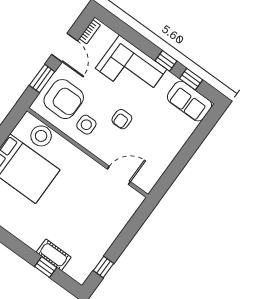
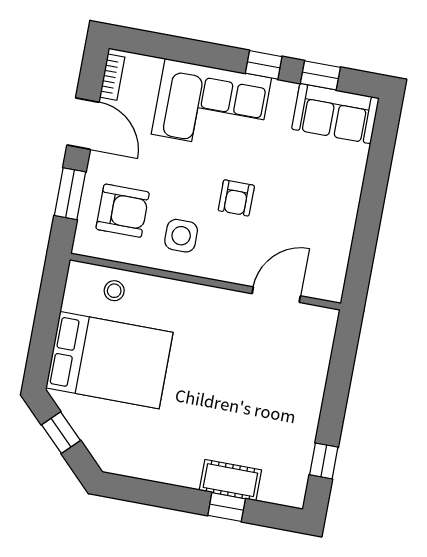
armchair: (64, 99) -> (123, 211), width x0.73, depth x0.73
stool: (41, 136) -> (114, 291), width x0.53, depth x0.53

